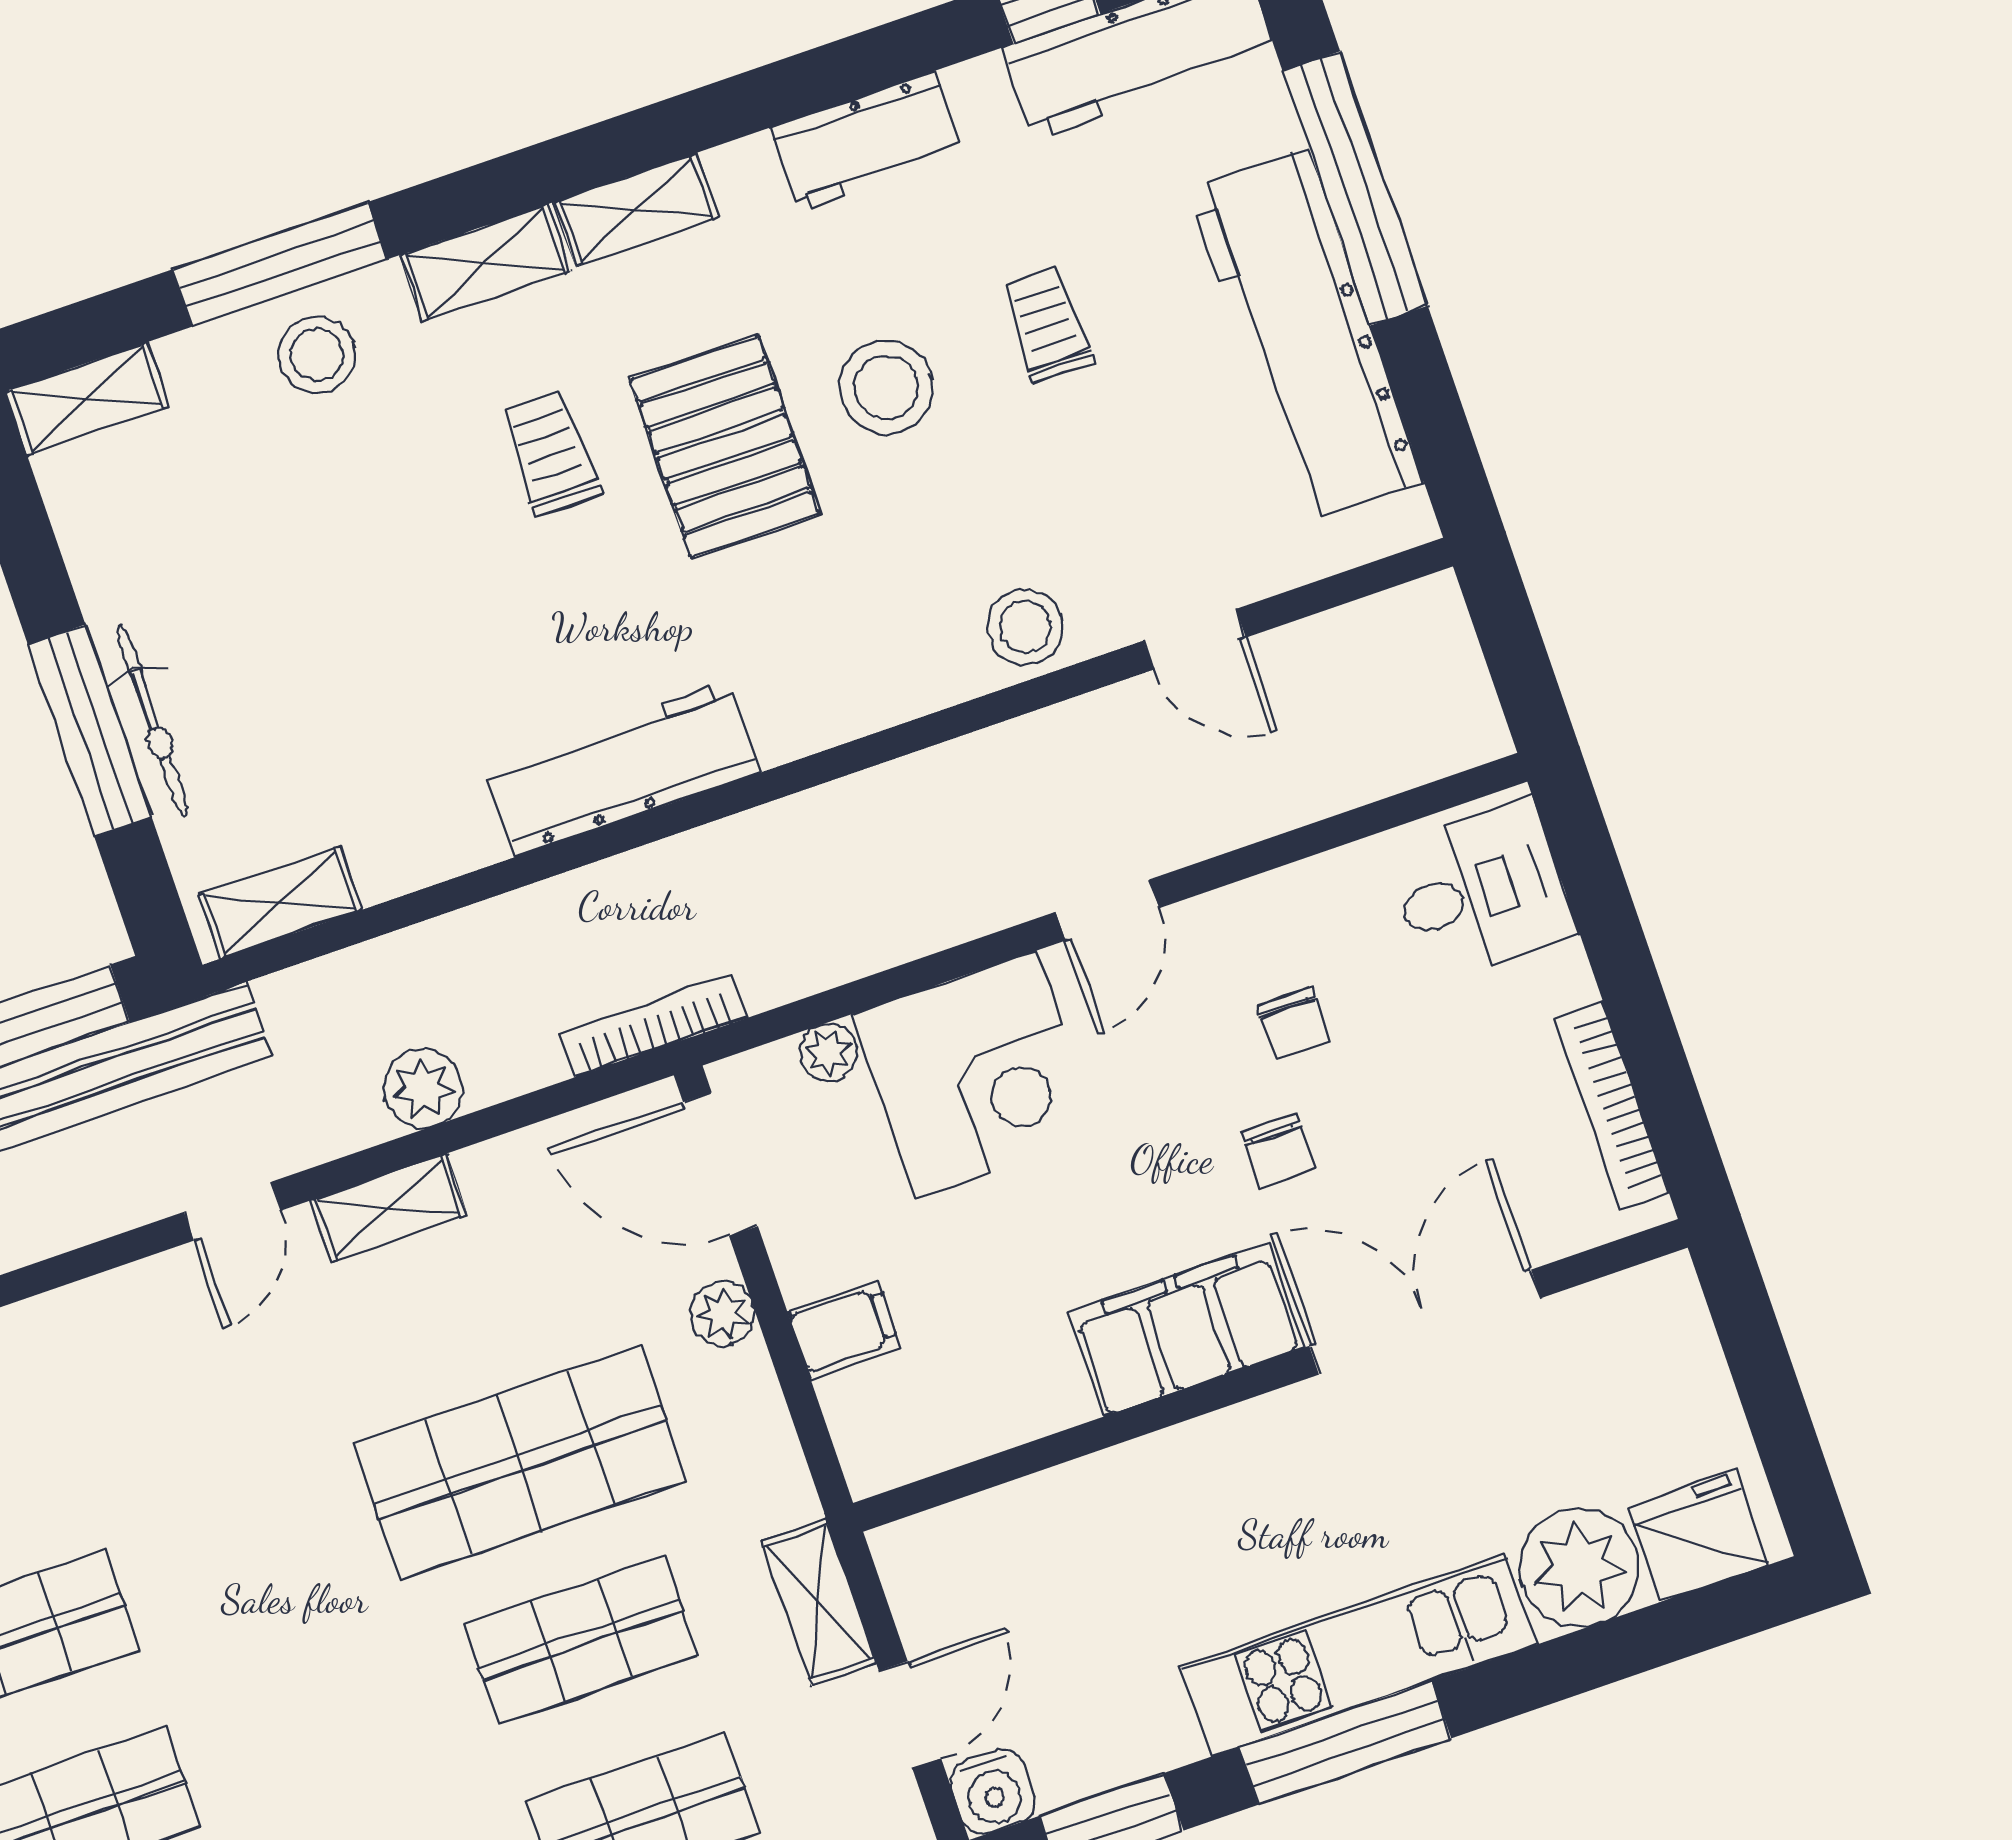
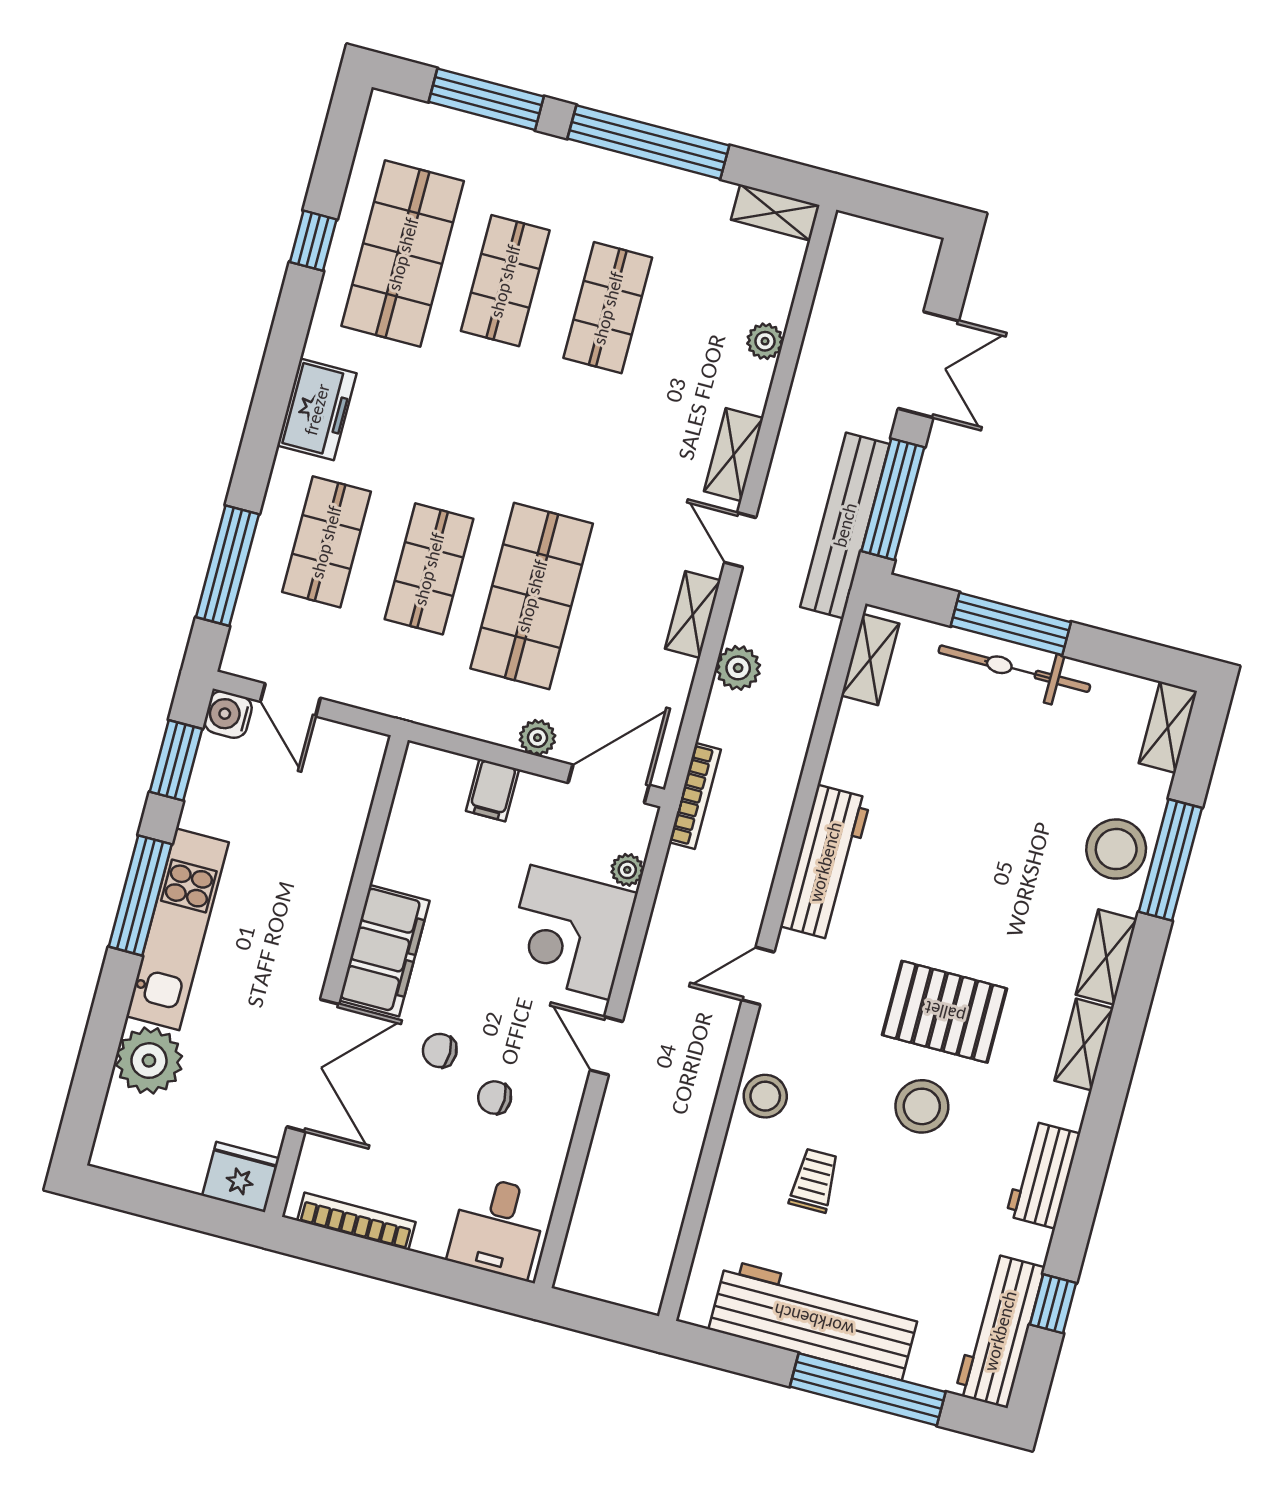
trolley: (1047, 325) -> (814, 1181), moved, turned -90
stool: (317, 355) -> (1116, 849), width x1.38, depth x1.38
trolley: (551, 453) -> (996, 928), removed
door: (1195, 639) -> (758, 976), moved
bicycle: (152, 721) -> (1014, 669), width x1.37, depth x1.40
fridge: (1698, 1537) -> (241, 1177), moved, turned -90
shelving: (819, 1602) -> (734, 455), moved, turned 90

